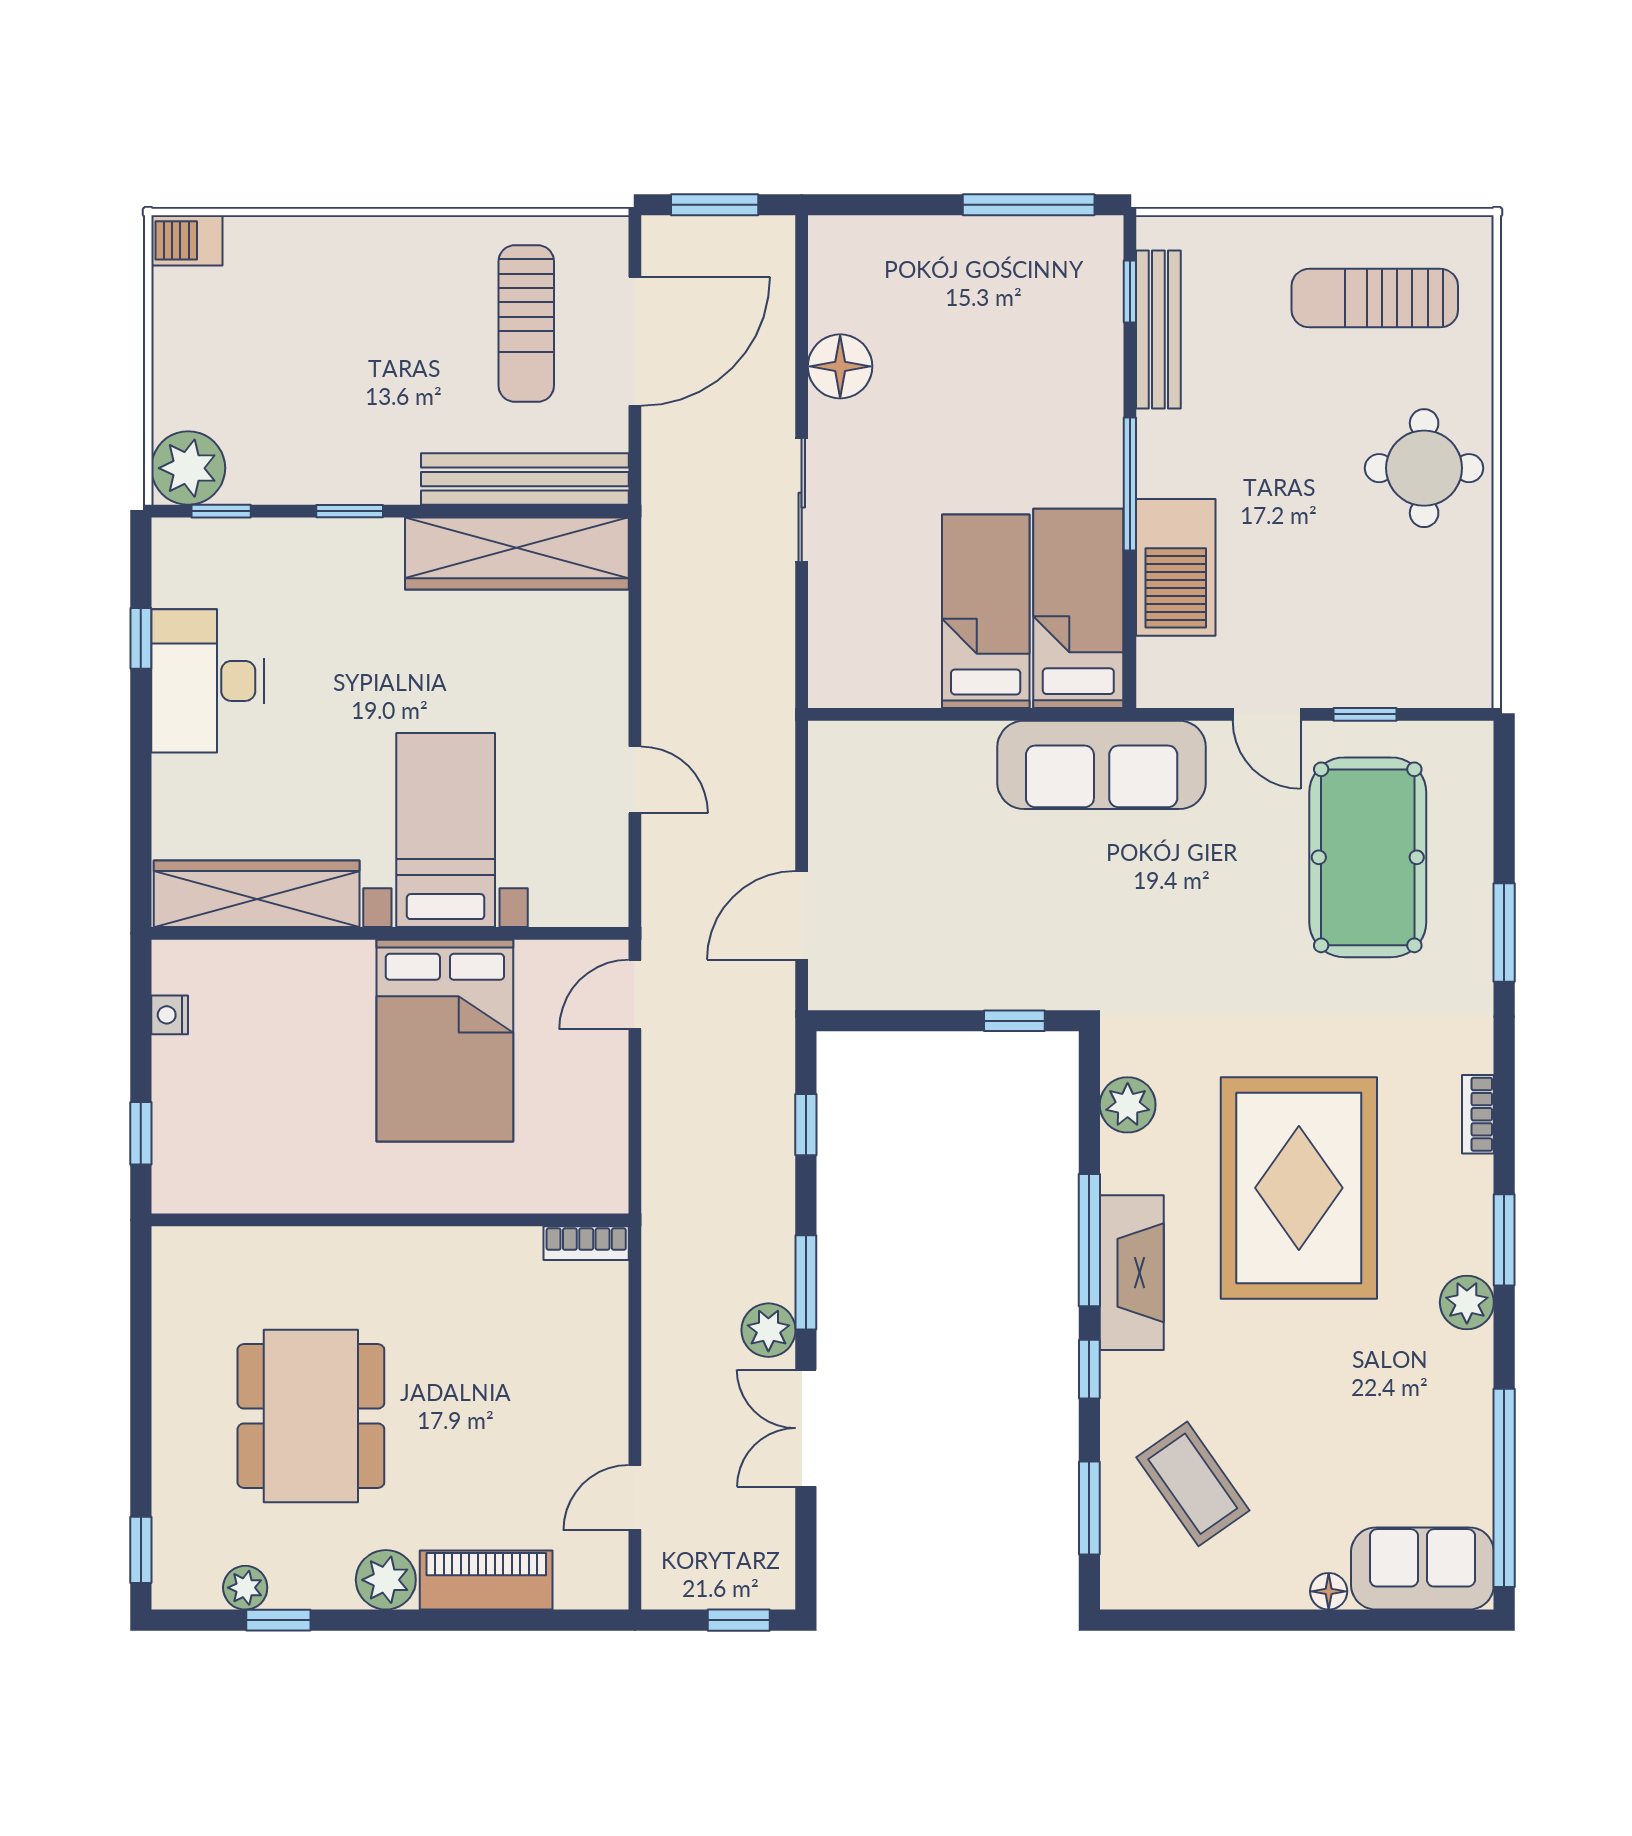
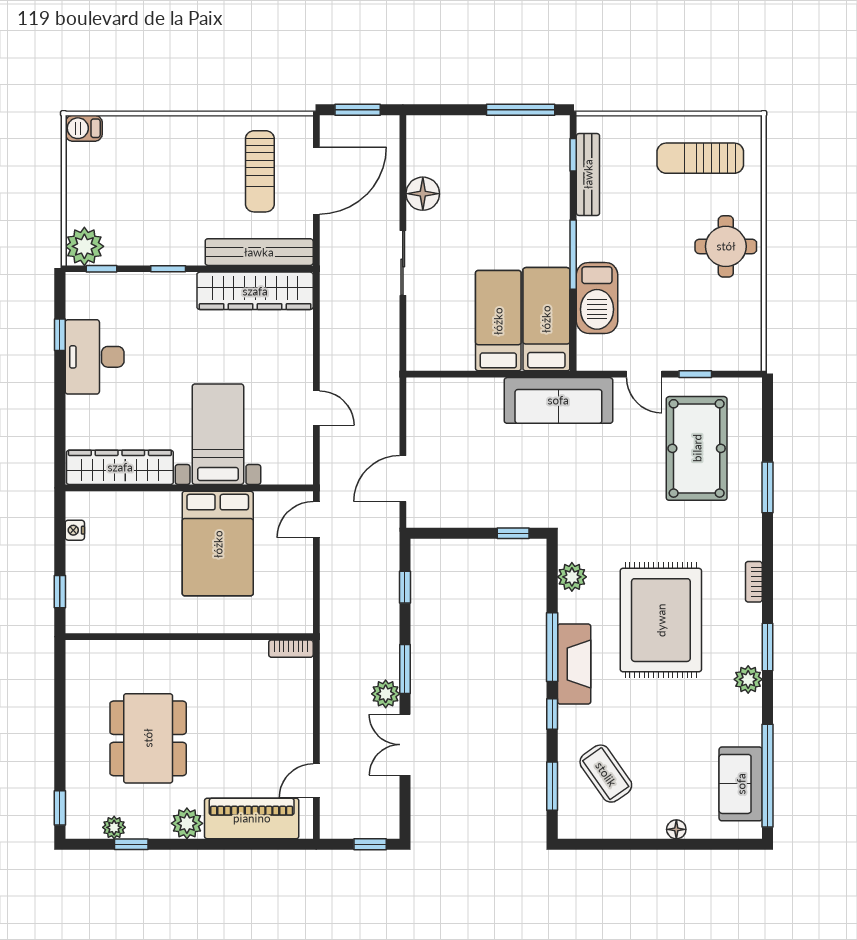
sofa: (1422, 1568) -> (741, 784), moved, turned -90
piano: (486, 1580) -> (252, 818), width x1.37, depth x1.33

